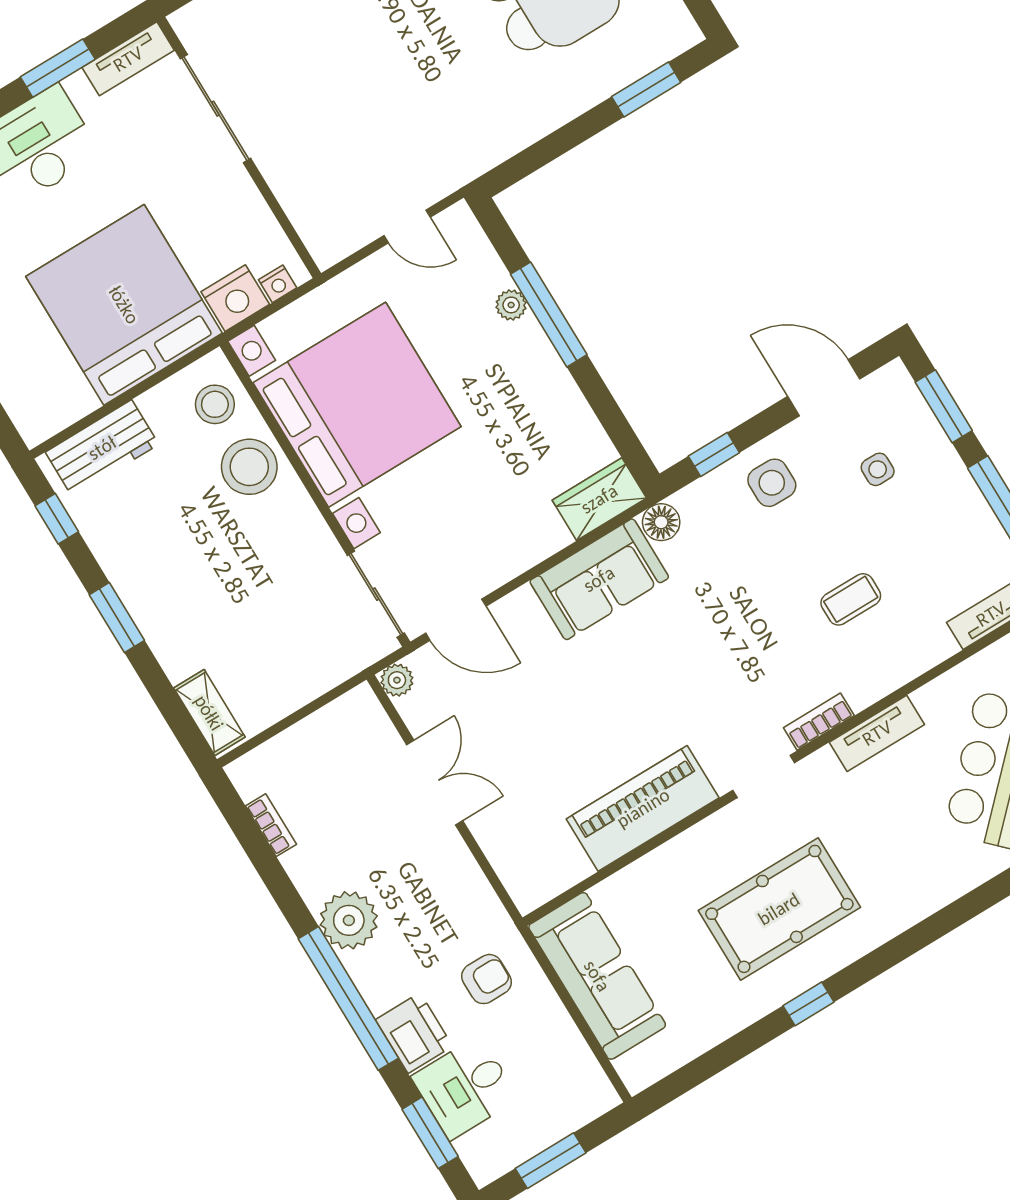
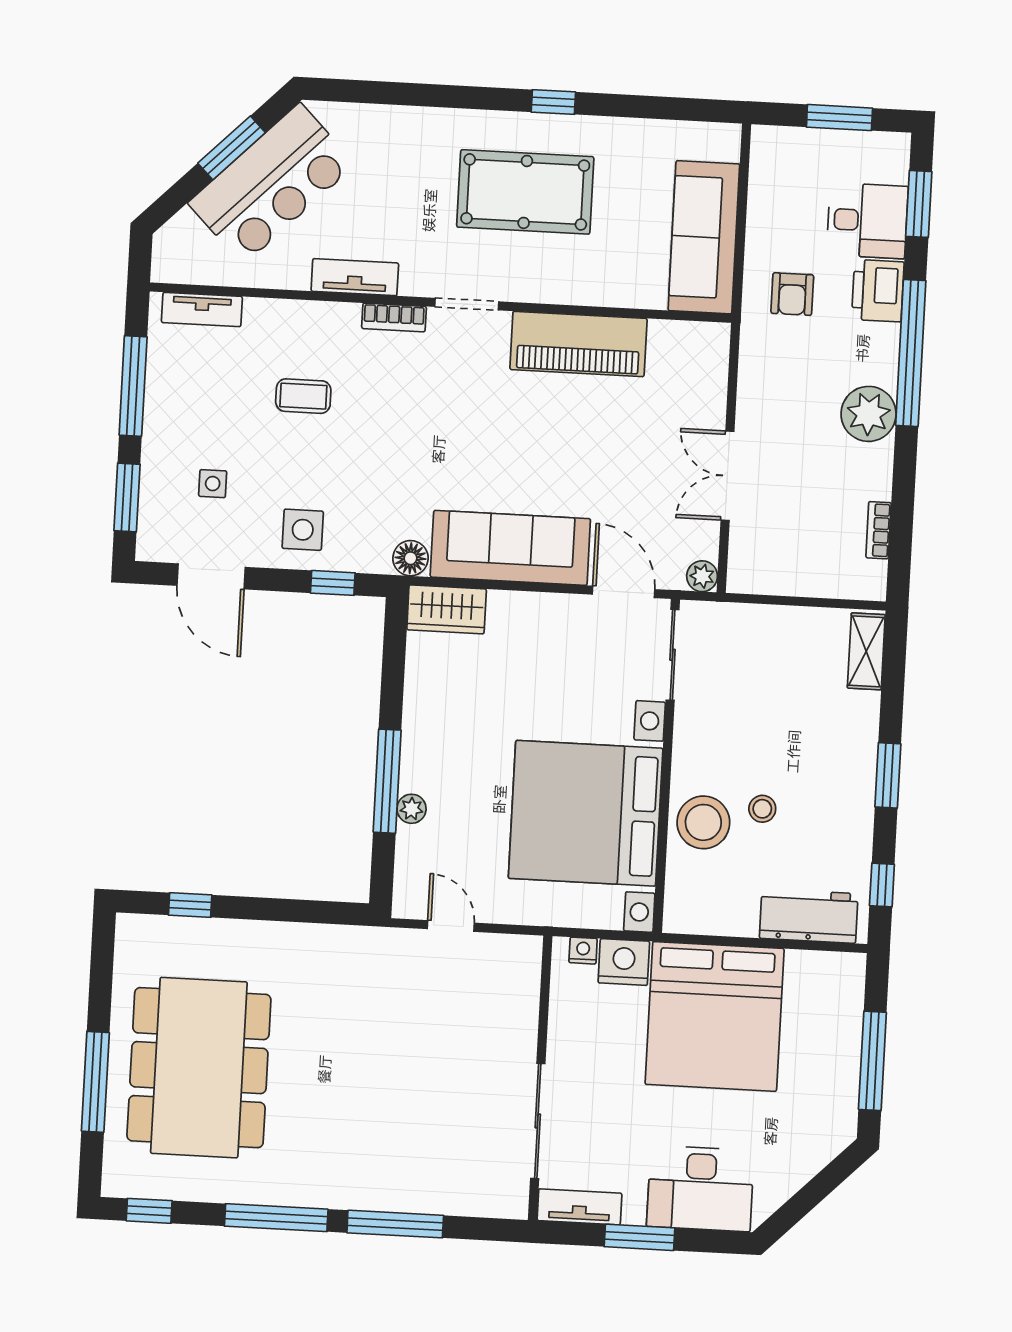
window: (646, 89) -> (190, 905), width x0.67
stool: (215, 404) -> (762, 809), moved, width x0.73, depth x0.73
sofa: (599, 579) -> (510, 548), width x1.36
armchair: (487, 979) -> (792, 294), turned -90

